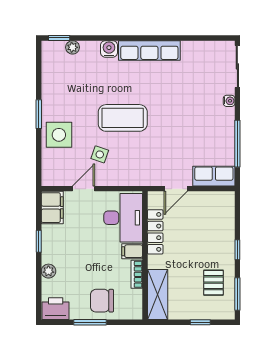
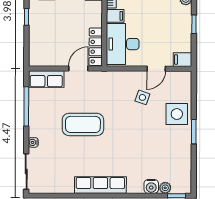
water cooler: (109, 49) -> (151, 186), moved
coffee table: (123, 118) -> (83, 124), moved
filing cabinet: (52, 208) -> (182, 60), width x0.50
locker: (155, 232) -> (96, 47), moved

